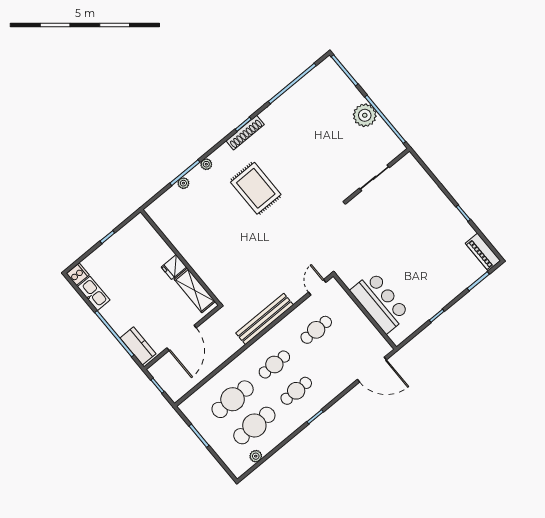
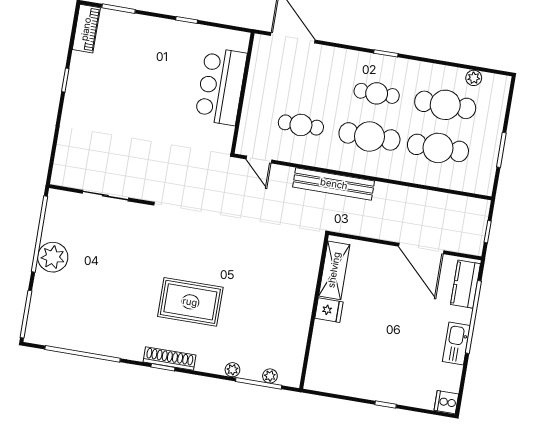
rug: (256, 188) -> (190, 302), moved, turned 90
wall: (181, 257) -> (314, 312), moved
fridge: (174, 267) -> (329, 310), moved
door: (317, 287) -> (259, 159), hinge flipped
shelving: (195, 290) -> (334, 270), moved
kitchen sink: (94, 293) -> (456, 343), moved
door: (182, 338) -> (421, 248), swing flipped
cafe table: (274, 365) -> (369, 136), width x1.37, depth x1.35

